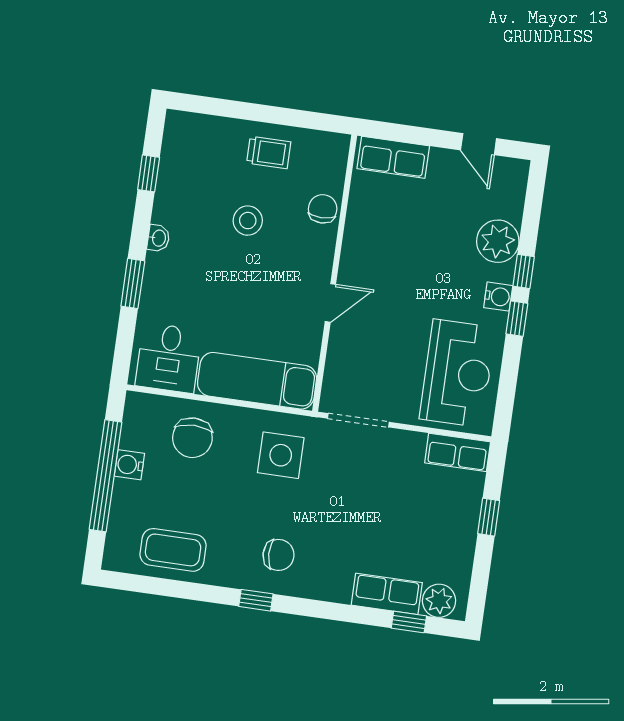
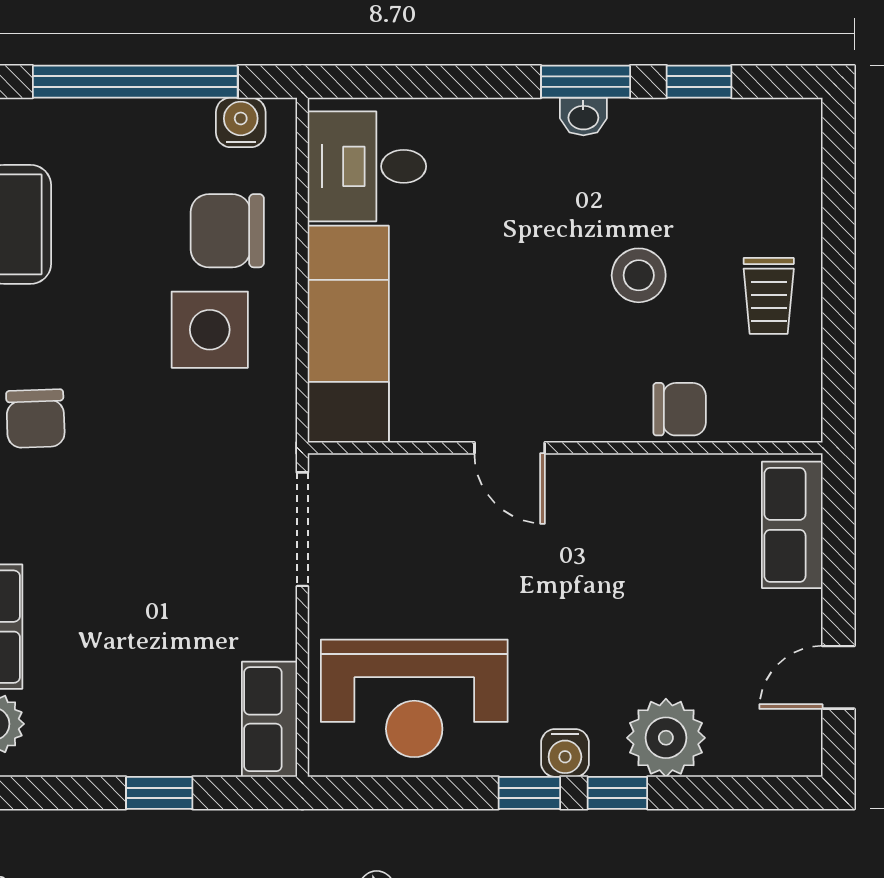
window: (133, 283) -> (586, 82), moved
side table: (281, 455) -> (210, 330), moved
water cooler: (129, 465) -> (241, 122), moved

